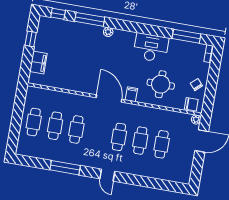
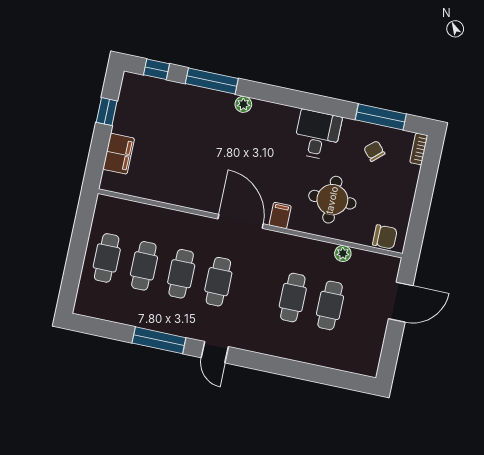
desk: (151, 48) -> (317, 135), width x0.73
chair: (196, 85) -> (374, 151), moved
plant: (196, 119) -> (343, 253), moved
cafe table: (119, 137) -> (218, 282), moved
door: (107, 175) -> (215, 352), moved

